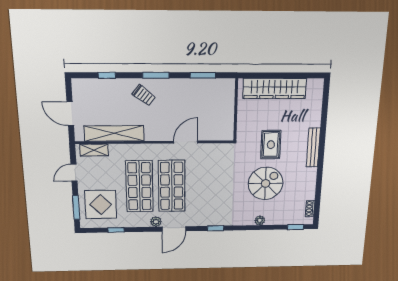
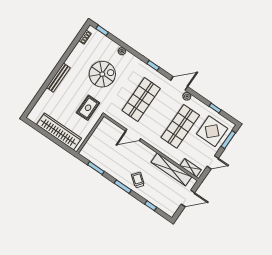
door: (70, 114) -> (188, 198), hinge flipped
rug: (271, 145) -> (88, 108), moved
spiral stairs: (266, 183) -> (102, 74), turned 180
shop shelf: (172, 186) -> (141, 99), moved

